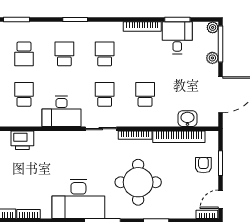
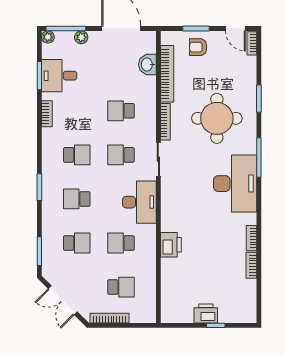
bookcase: (142, 27) -> (47, 114), width x0.64
school desk: (105, 54) -> (77, 155), turned 180

